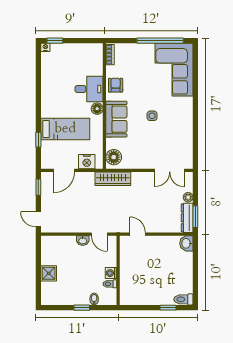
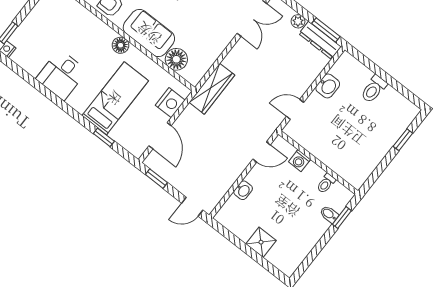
desk: (89, 89) -> (62, 75), moved, turned 180
floor lamp: (114, 157) -> (176, 59), moved
washbasin: (83, 241) -> (243, 190), moved
washbasin: (186, 243) -> (328, 86), moved, turned -90
washing machine: (111, 273) -> (300, 161), moved
toilet: (183, 299) -> (374, 89), moved
window: (82, 308) -> (342, 218), moved

